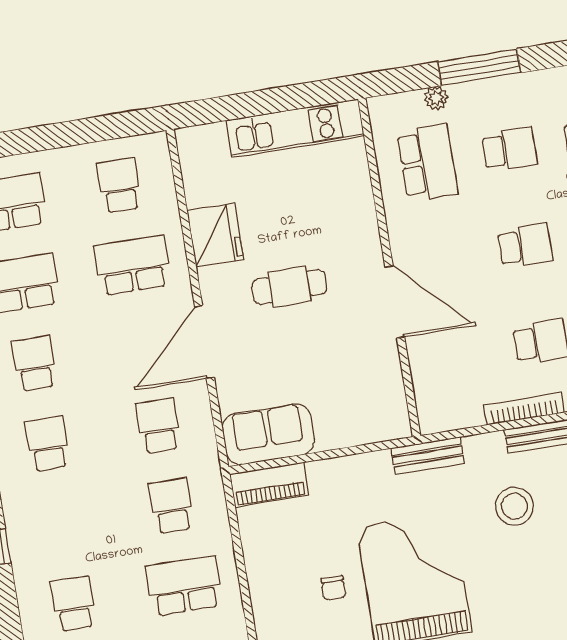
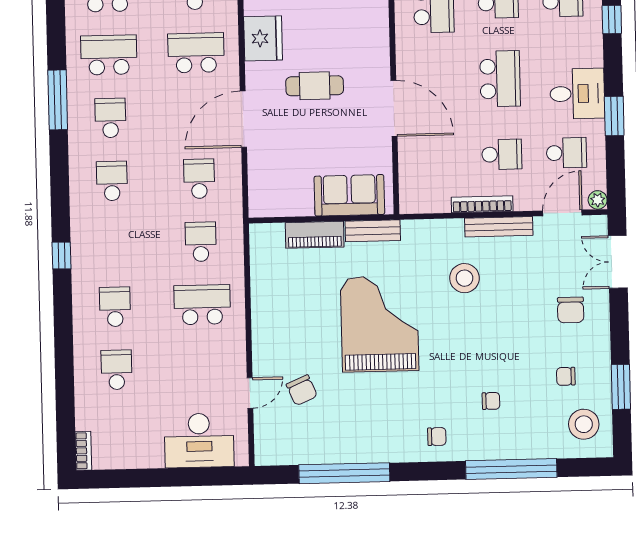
school desk: (525, 245) -> (500, 79), width x1.85
sofa: (268, 434) -> (349, 195), moved
bench: (428, 456) -> (373, 231), moved
piano: (269, 485) -> (315, 235), moved
chair: (333, 588) -> (317, 322), removed

